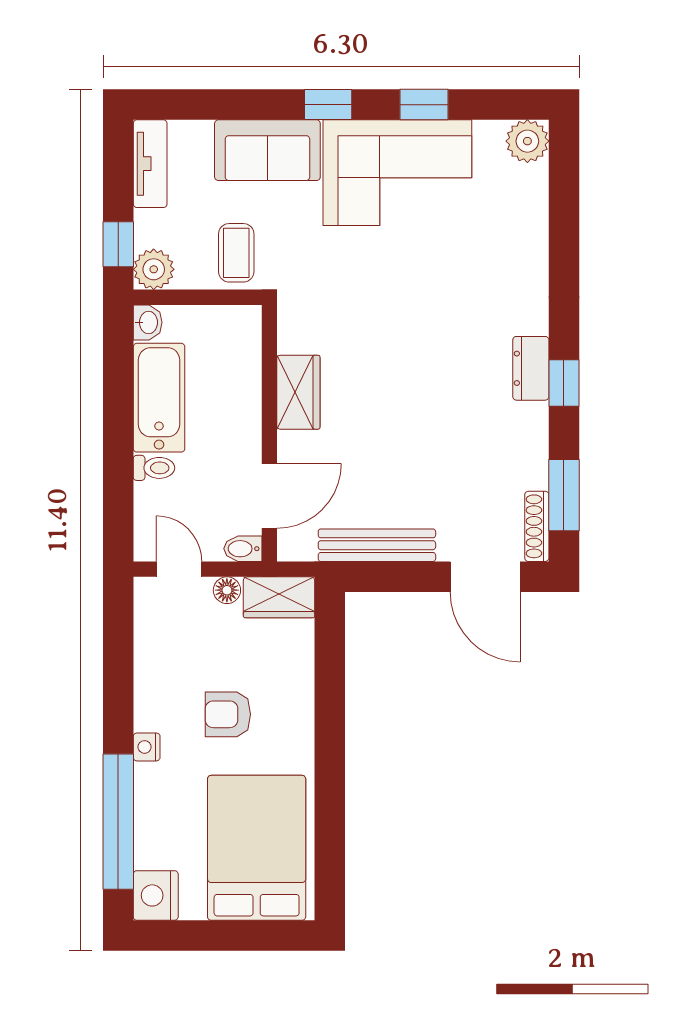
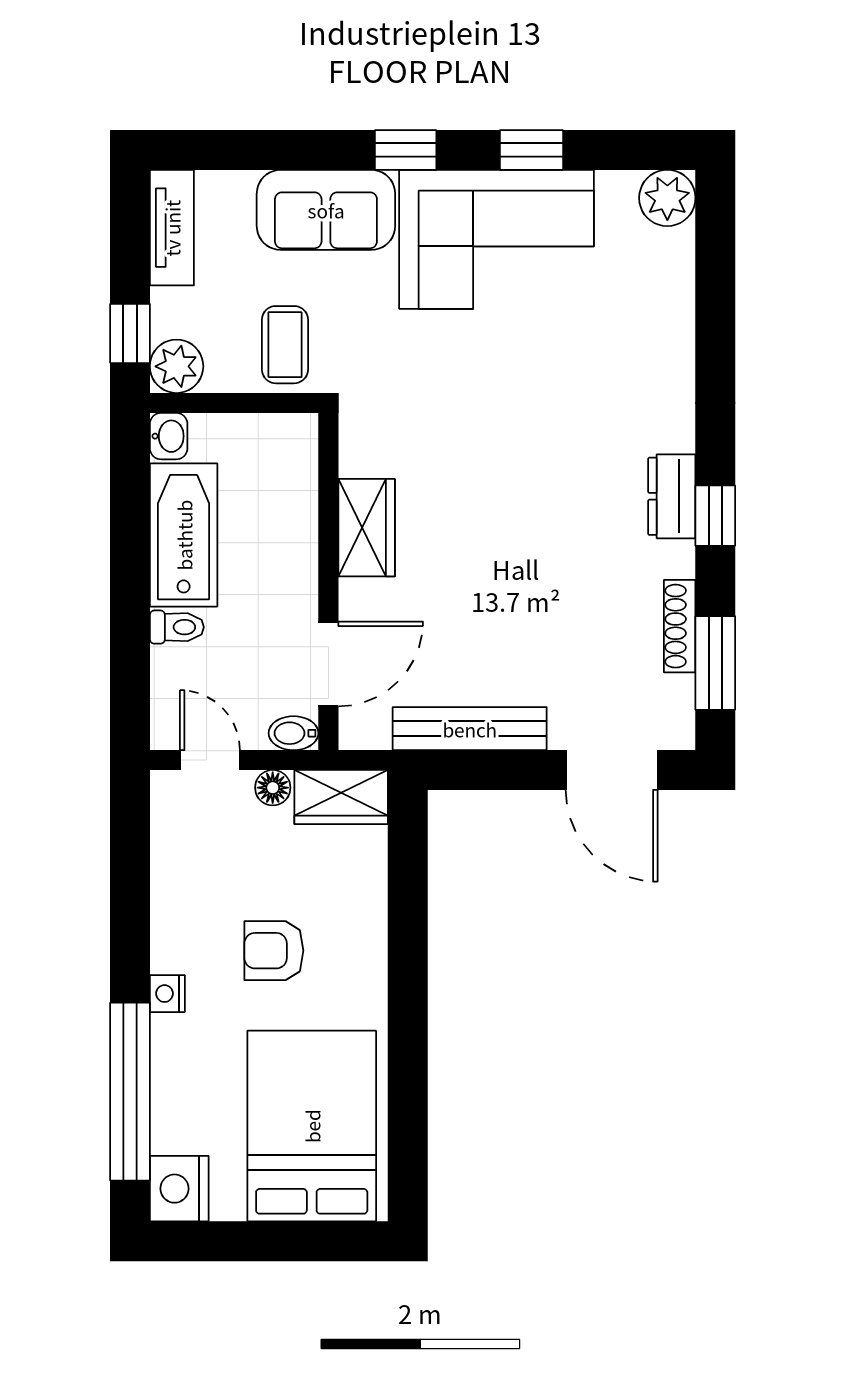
shoe rack: (537, 526) -> (680, 626), moved

